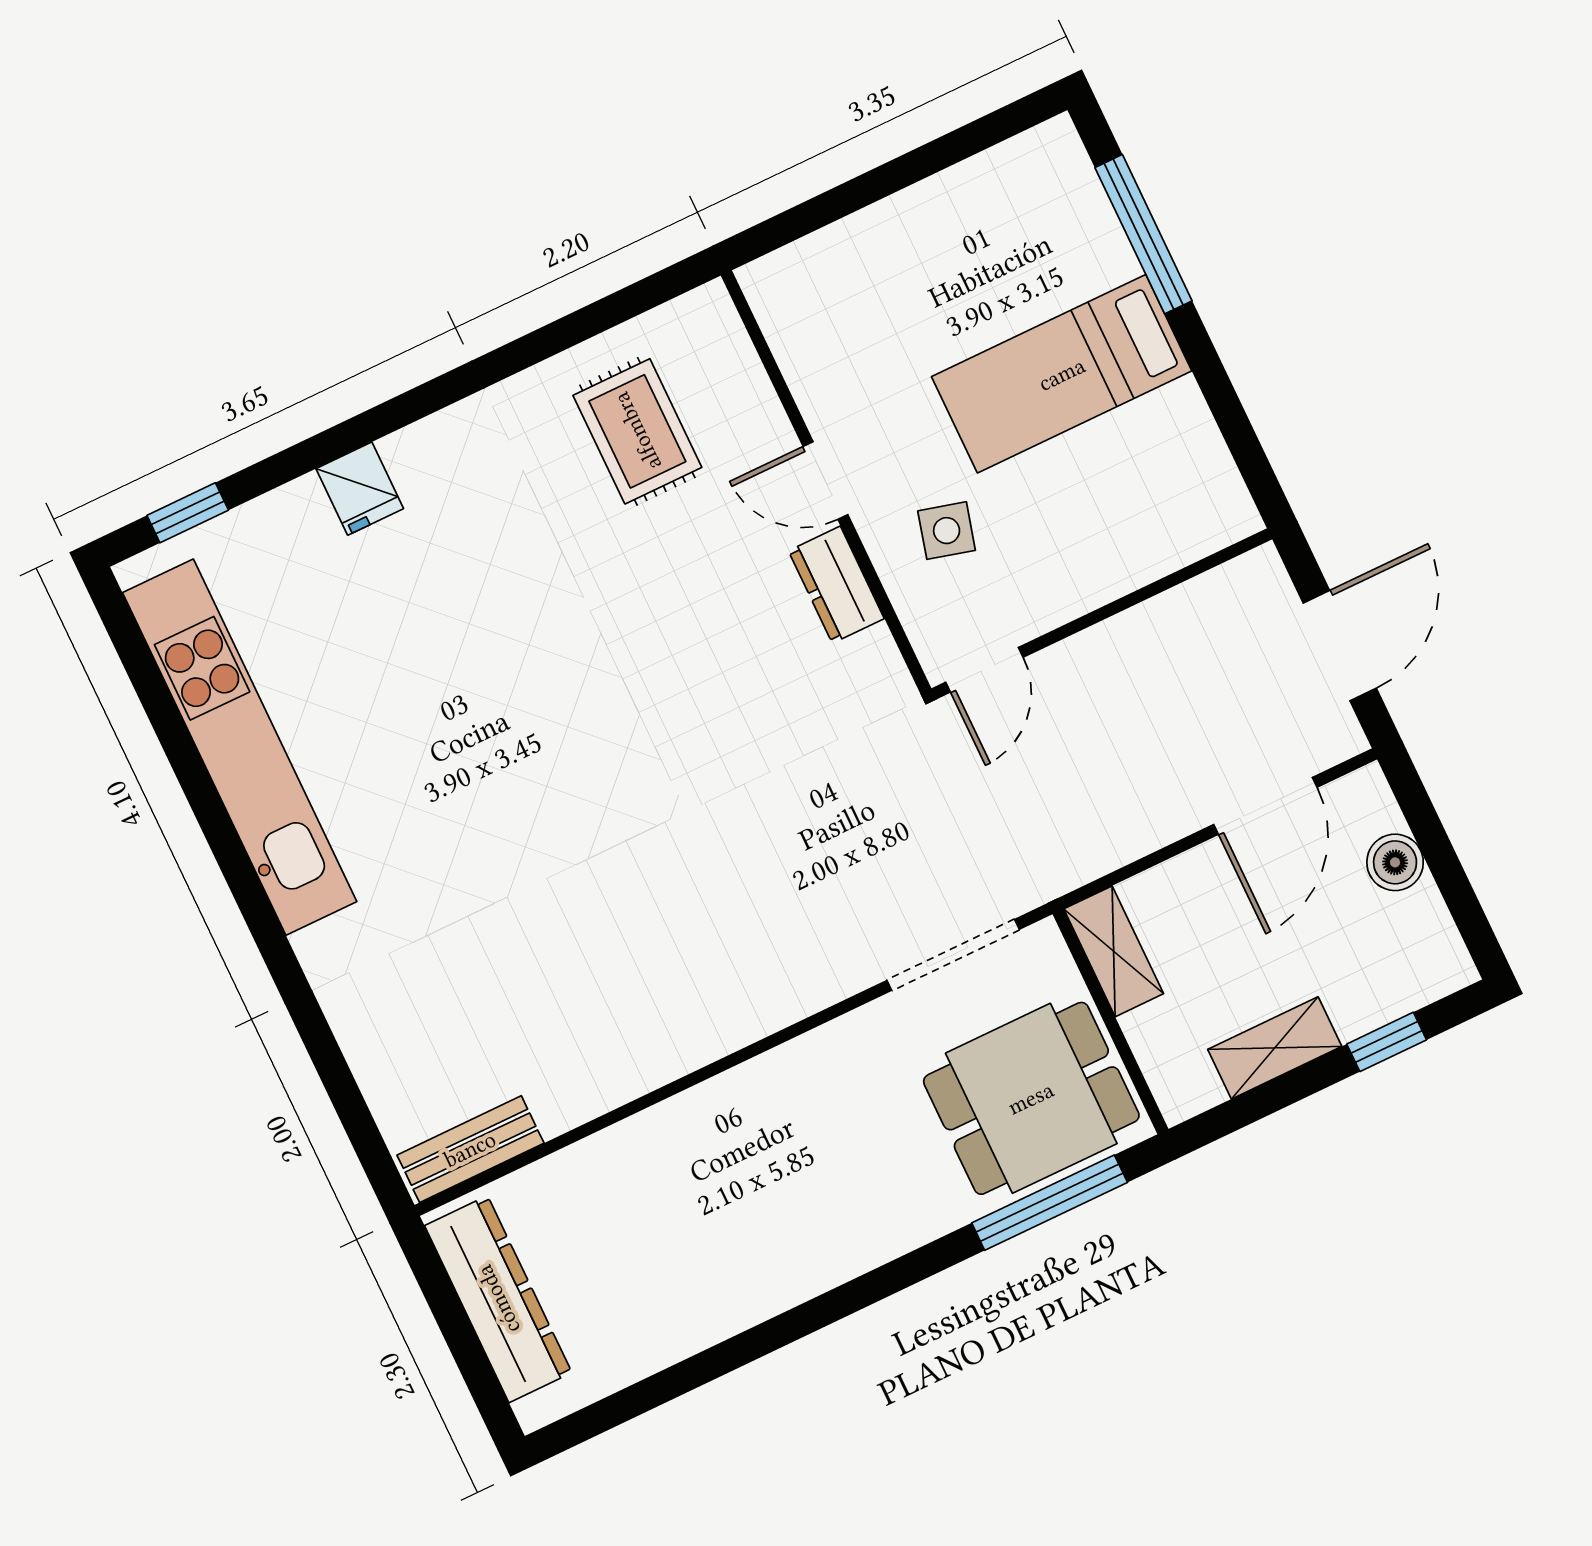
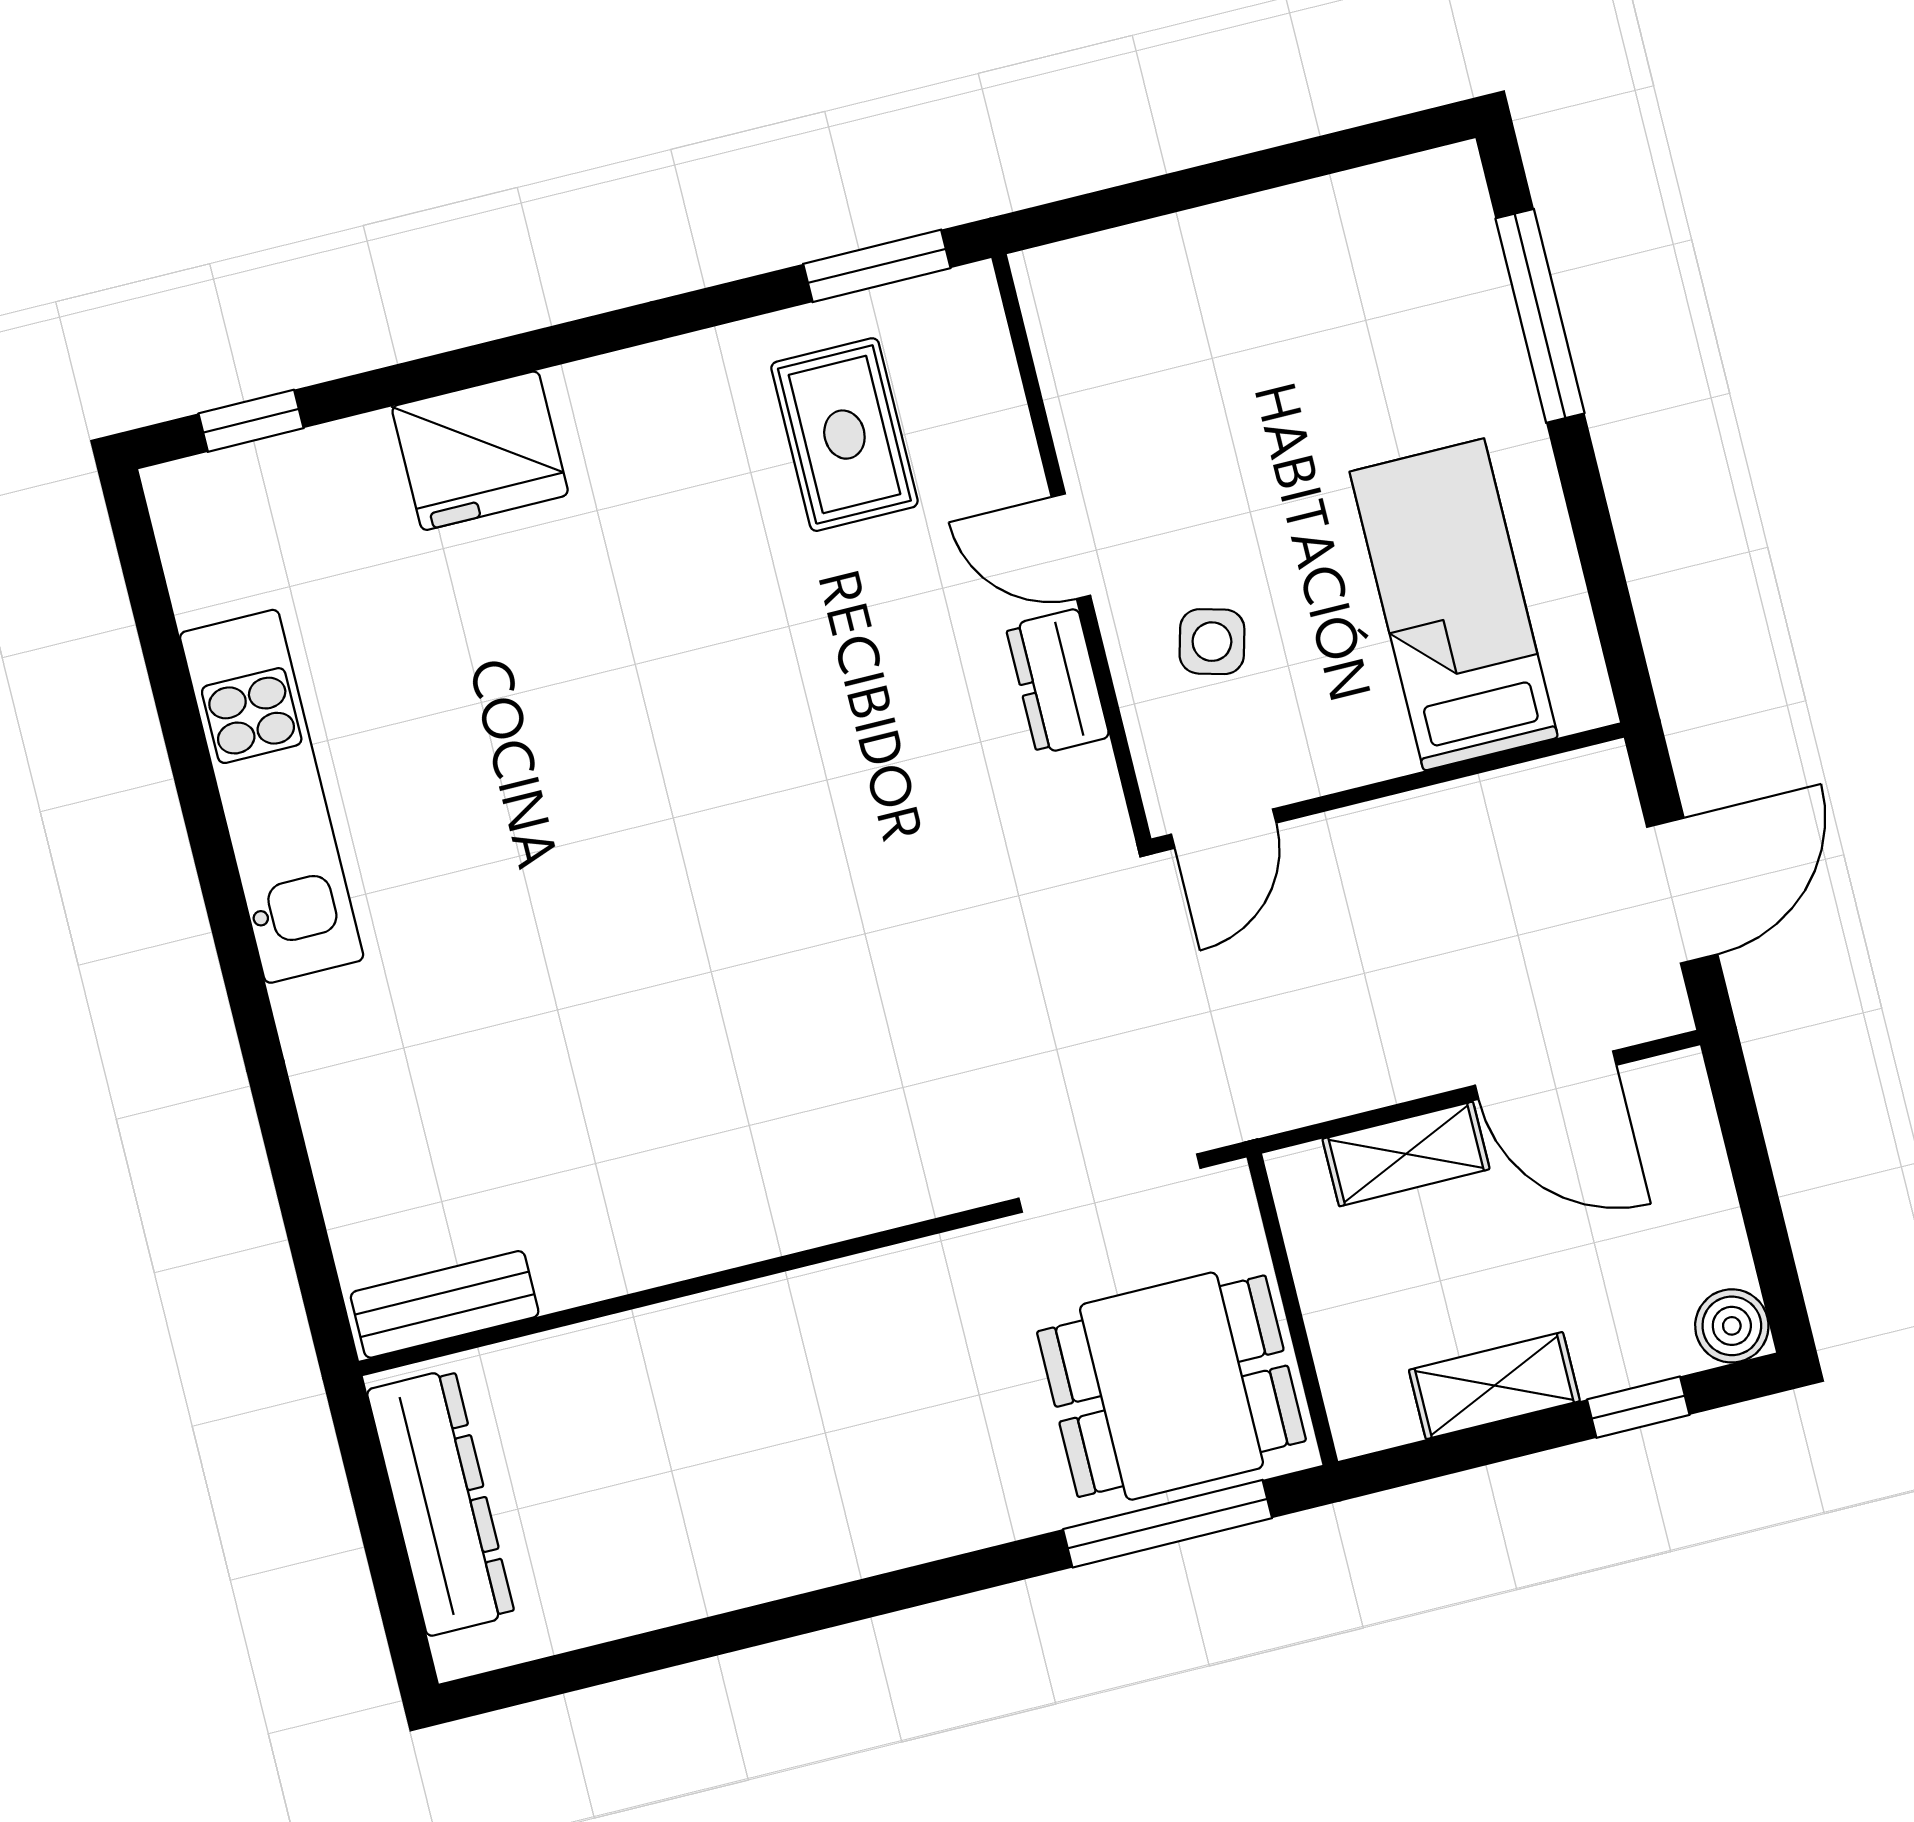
window: (636, 299) -> (877, 266), added
bed: (1062, 374) -> (1454, 605), moved, turned 90
fridge: (360, 489) -> (480, 451), width x1.88, depth x1.34
kitchen unit: (240, 747) -> (272, 796), width x0.73
door: (1265, 806) -> (1546, 1075), hinge flipped
boiler: (1395, 862) -> (1732, 1326), moved
shelving: (1114, 951) -> (1406, 1154), moved, turned 90

